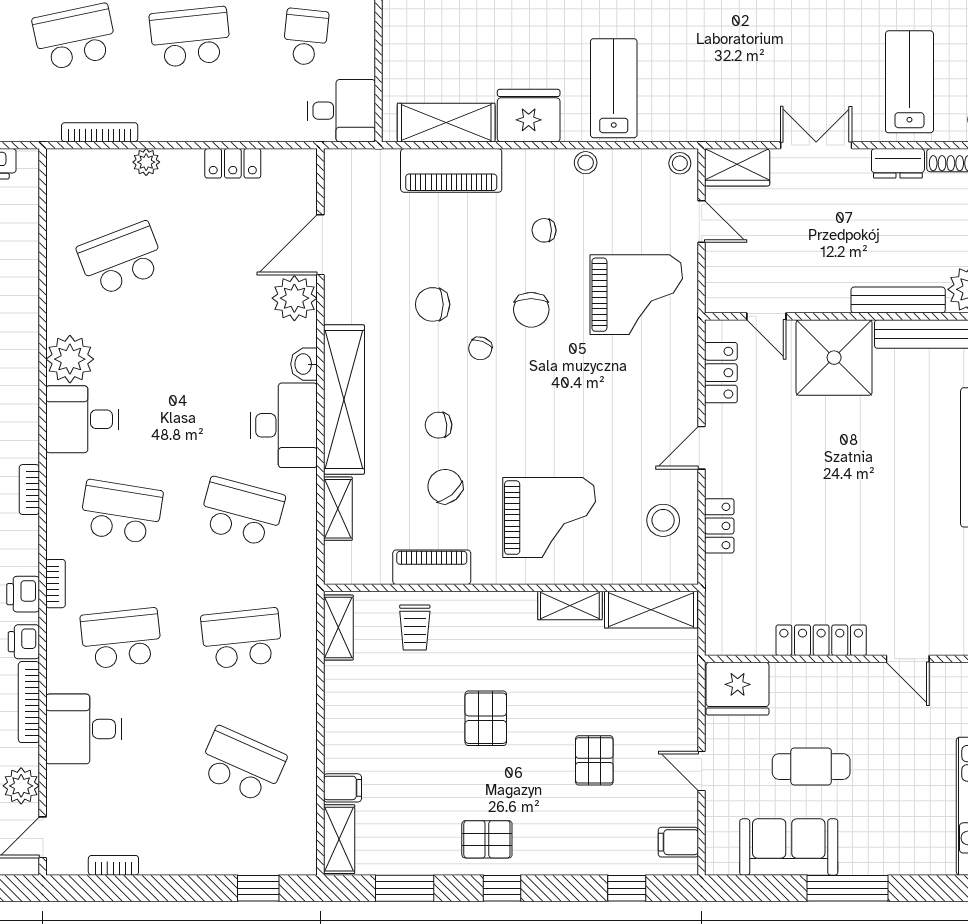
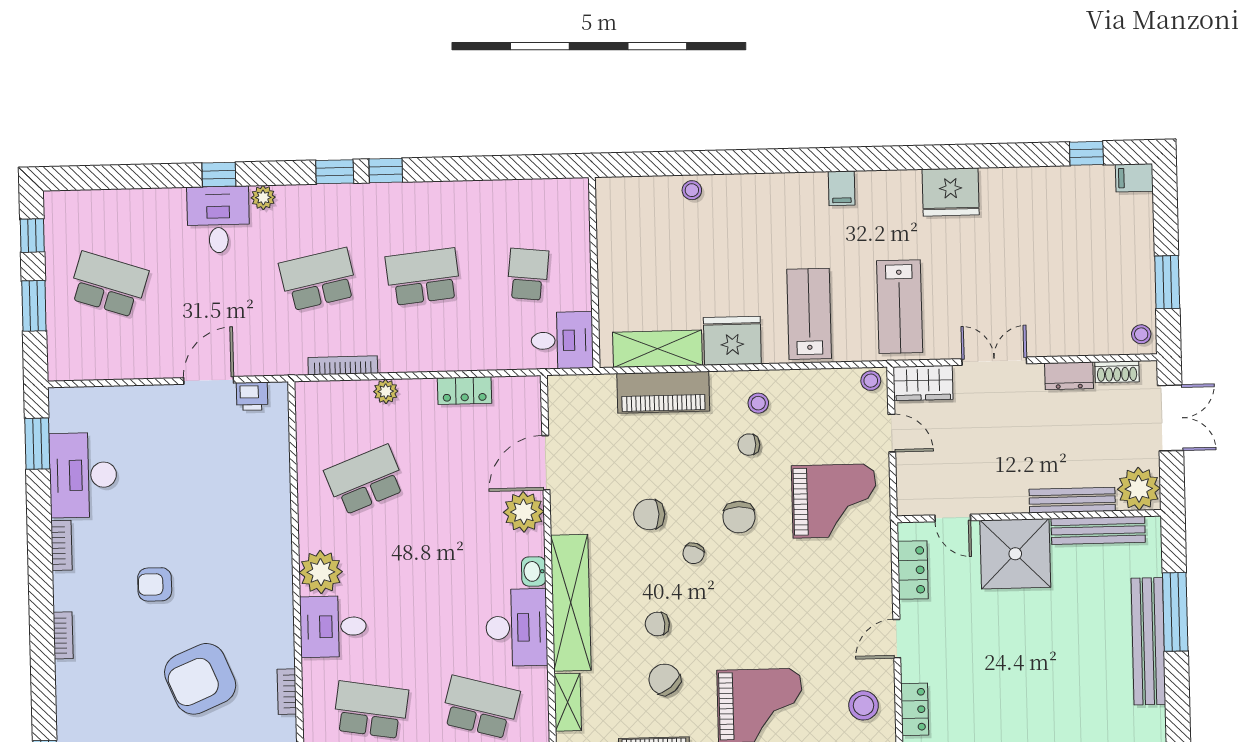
lab bench: (909, 82) -> (900, 307), moved, turned 180
stool: (586, 163) -> (758, 403), moved

